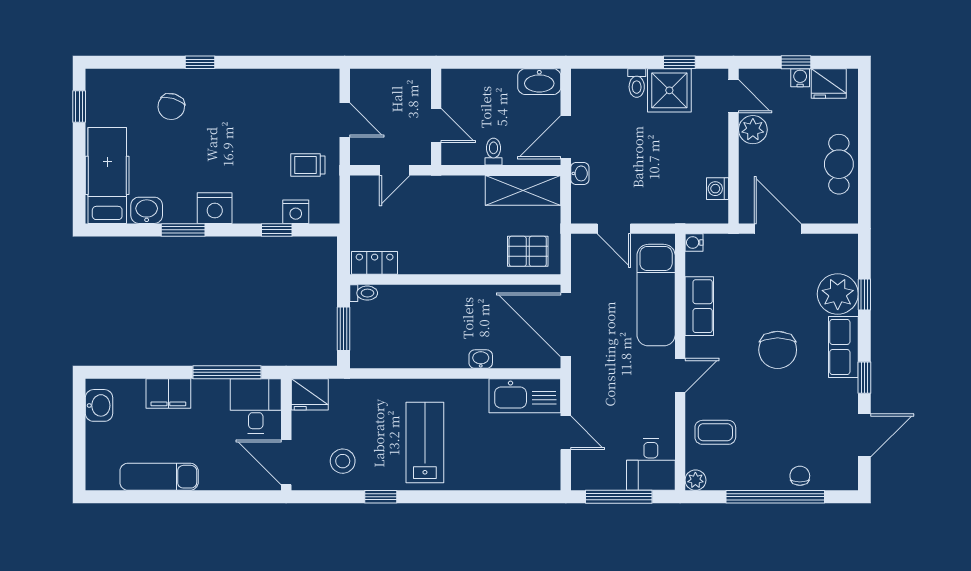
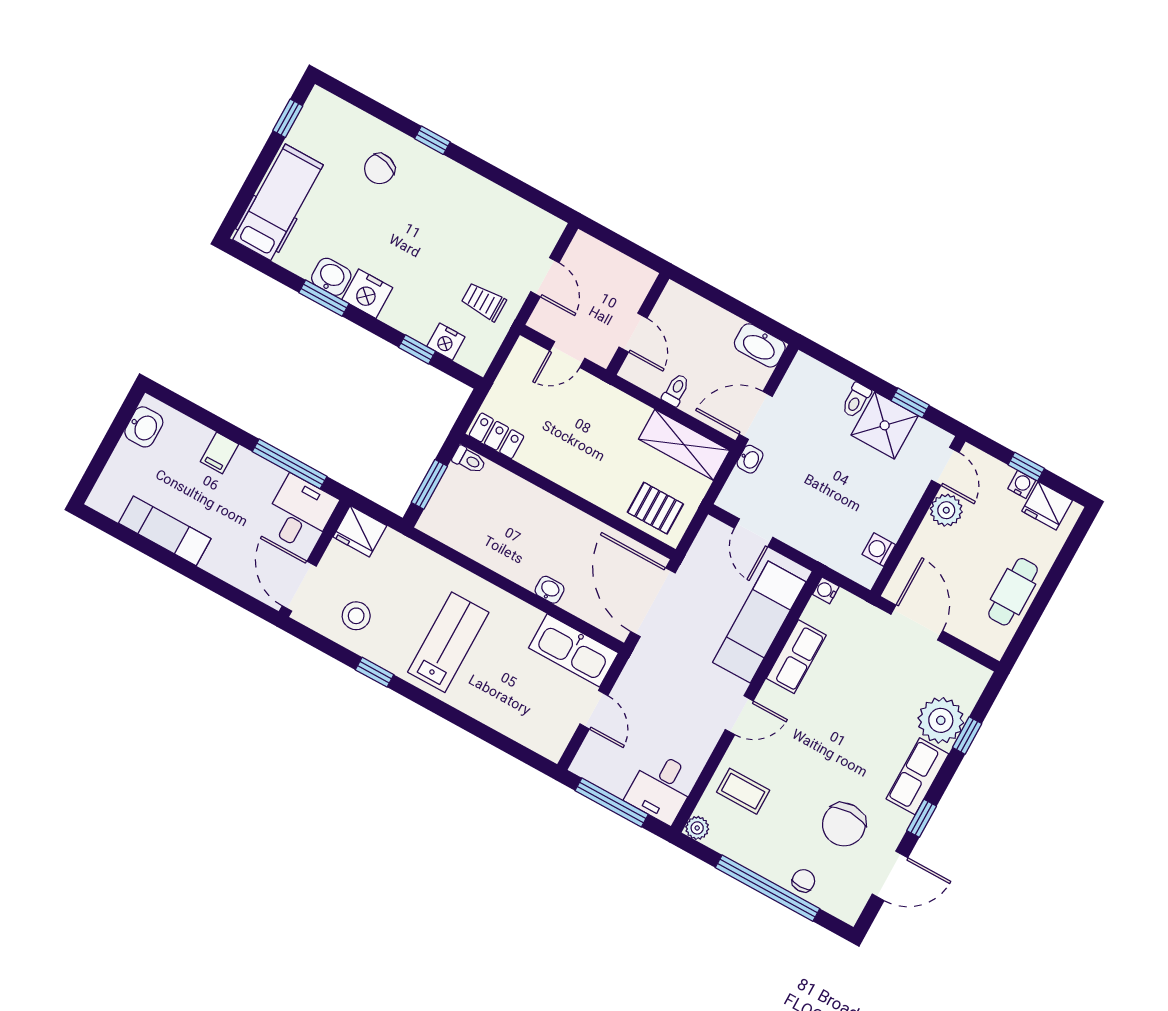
washbasin: (147, 210) -> (331, 277), moved
chair: (778, 350) -> (844, 824), moved
filing cabinet: (168, 393) -> (220, 453), width x0.50

